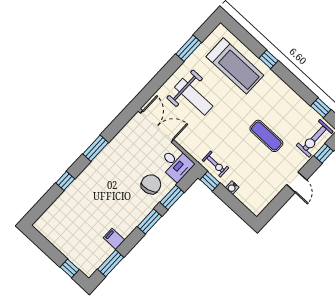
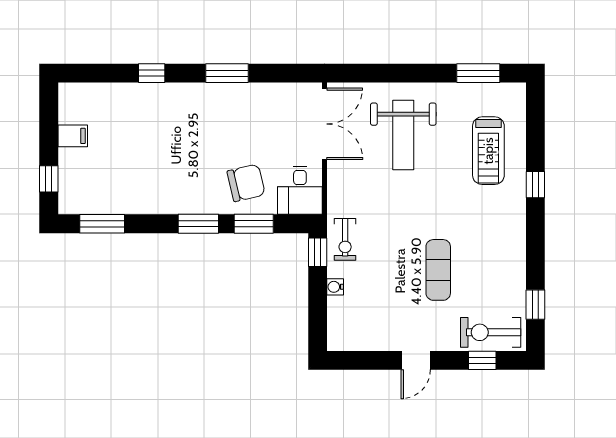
window: (189, 48) -> (478, 73), moved
treadmill: (235, 66) -> (488, 151), width x0.73, depth x0.73
filing cabinet: (114, 239) -> (73, 136), moved, turned 90

